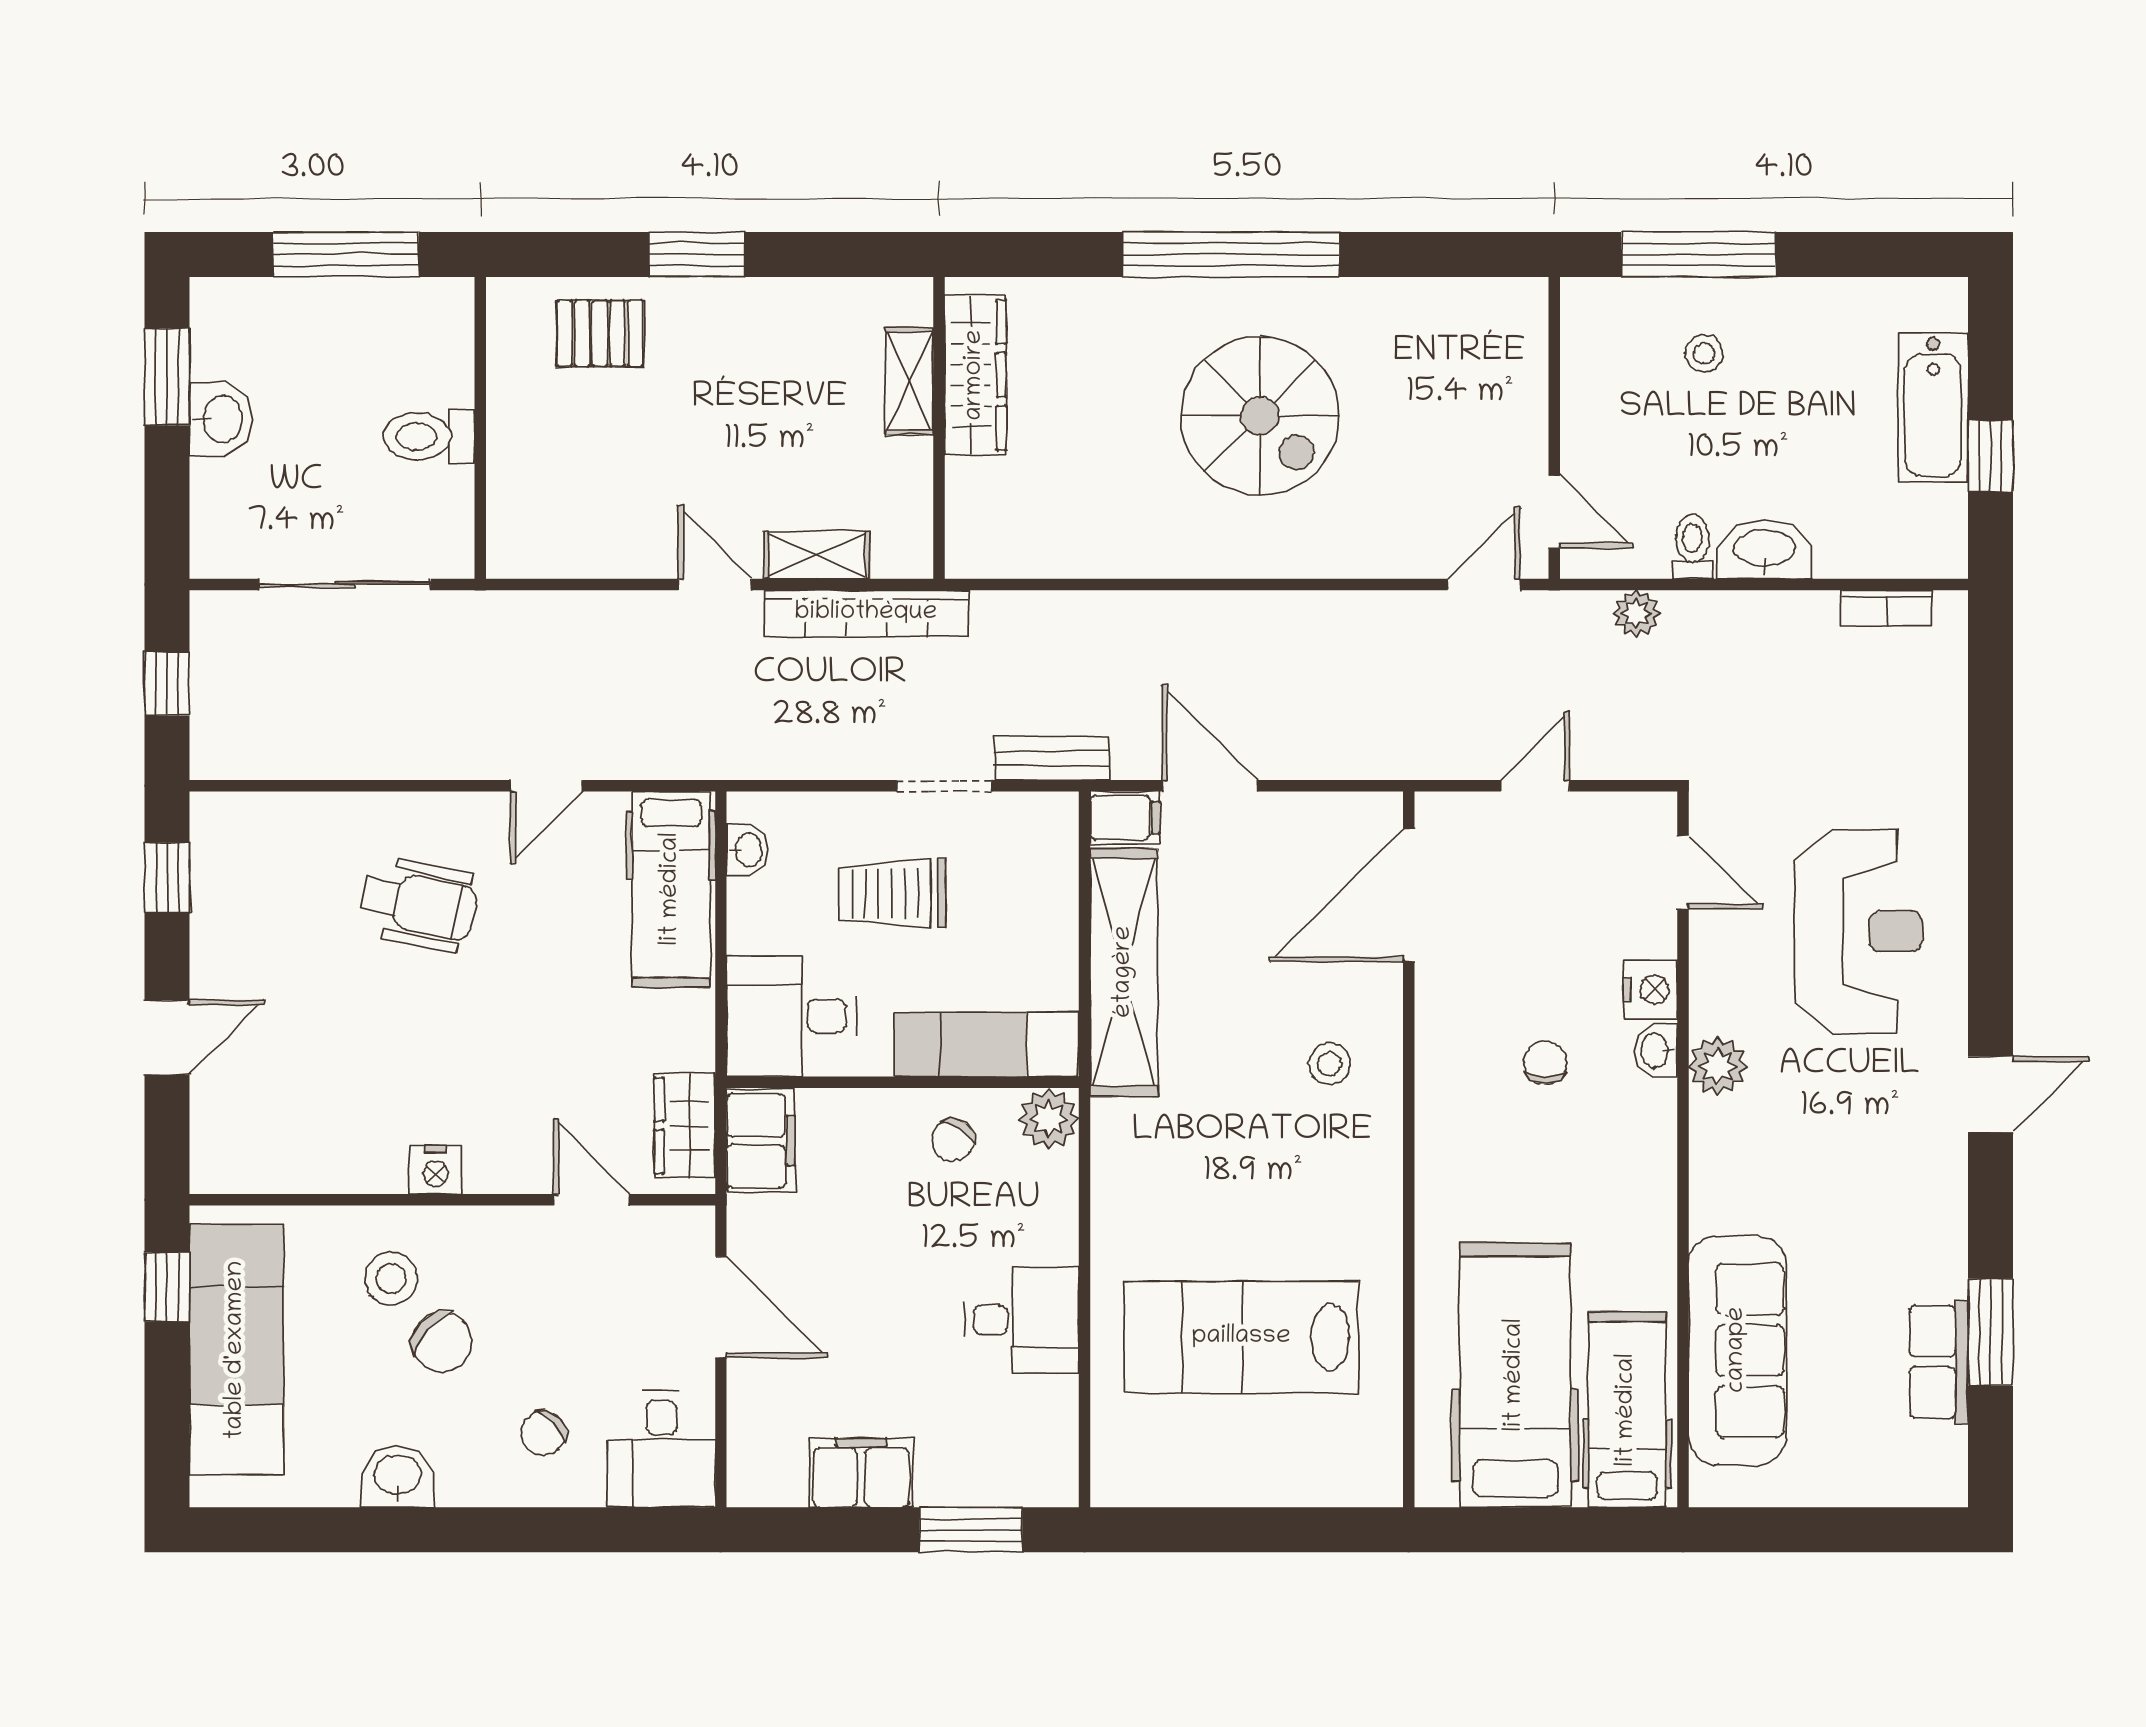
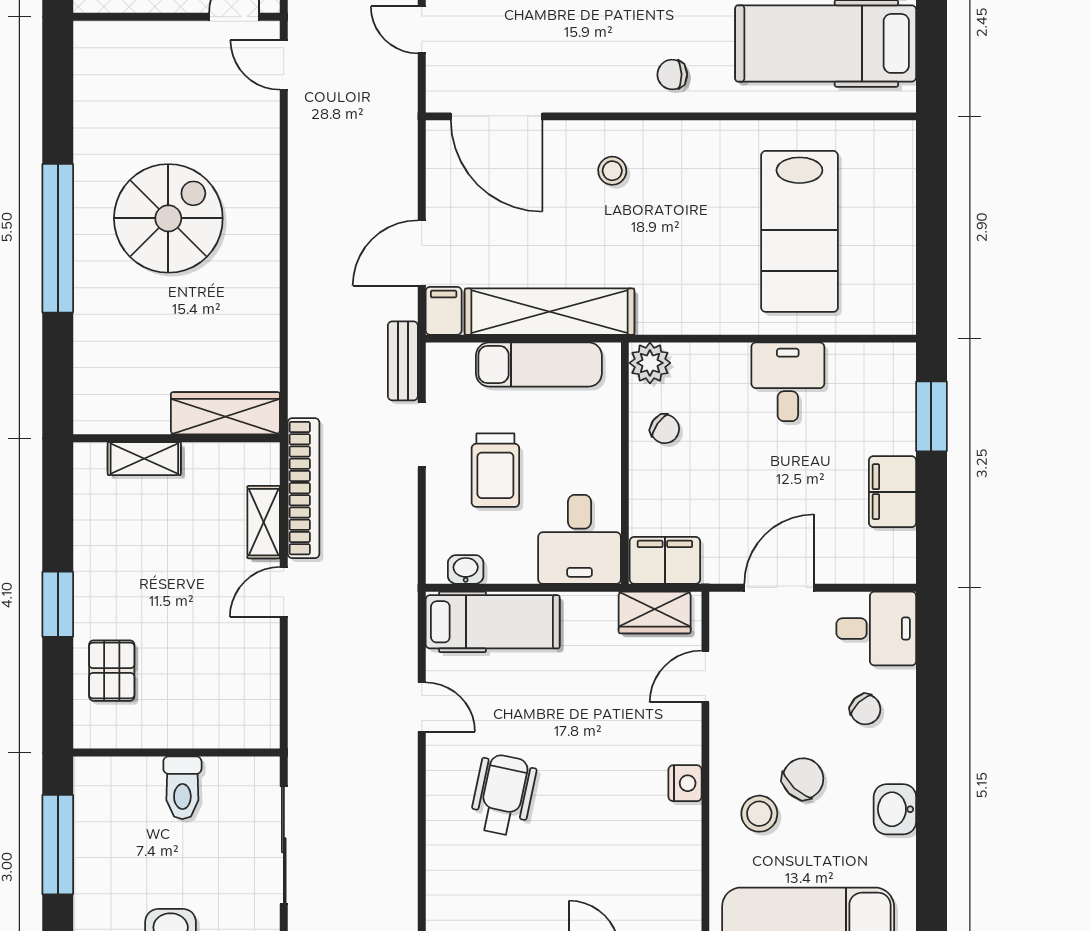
wardrobe: (975, 375) -> (225, 413), moved
exam couch: (986, 1044) -> (539, 365), moved, turned -90
chair: (1545, 1063) -> (672, 75), moved

